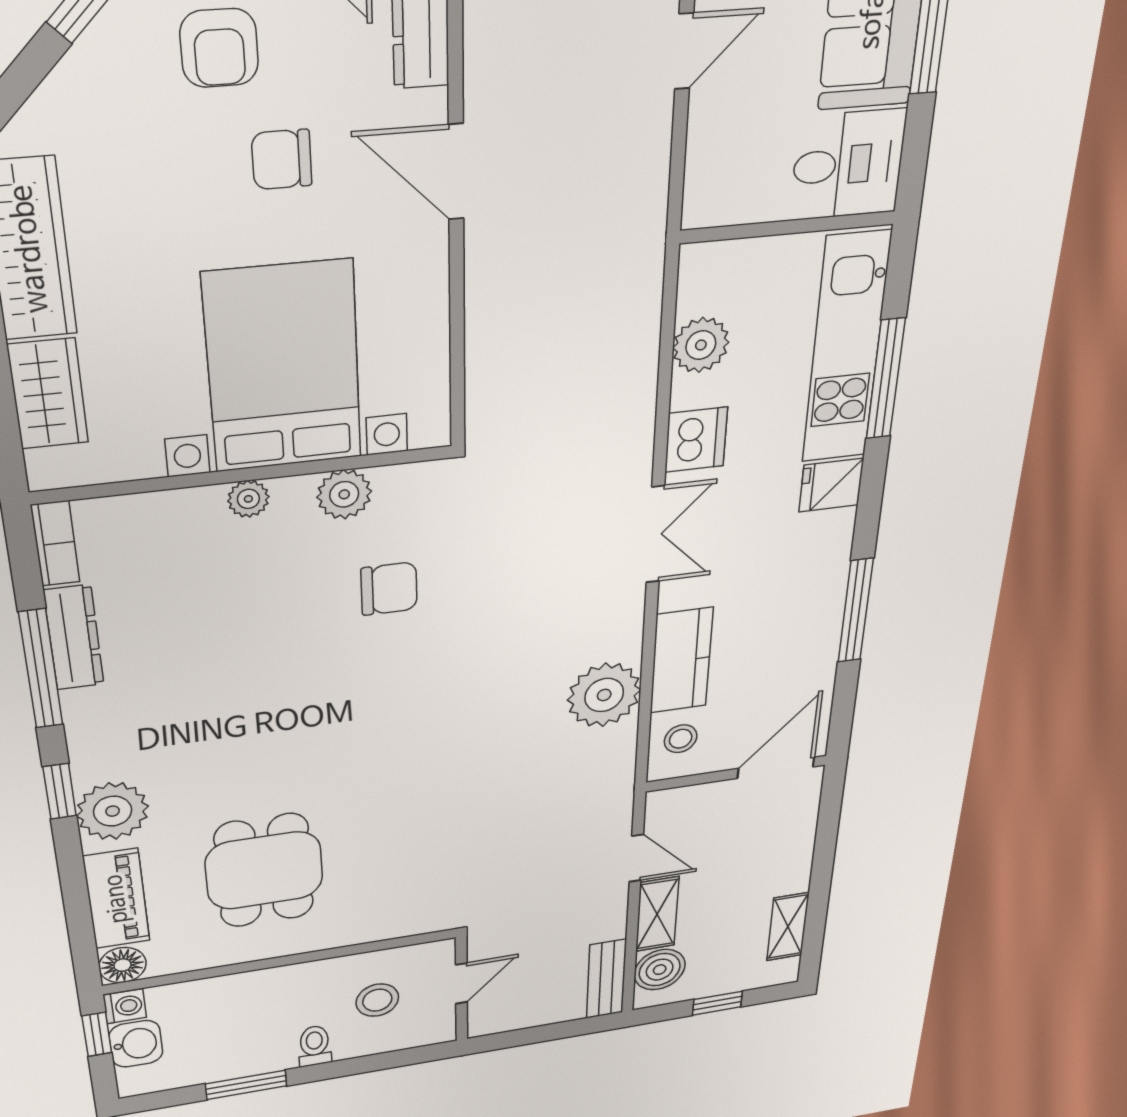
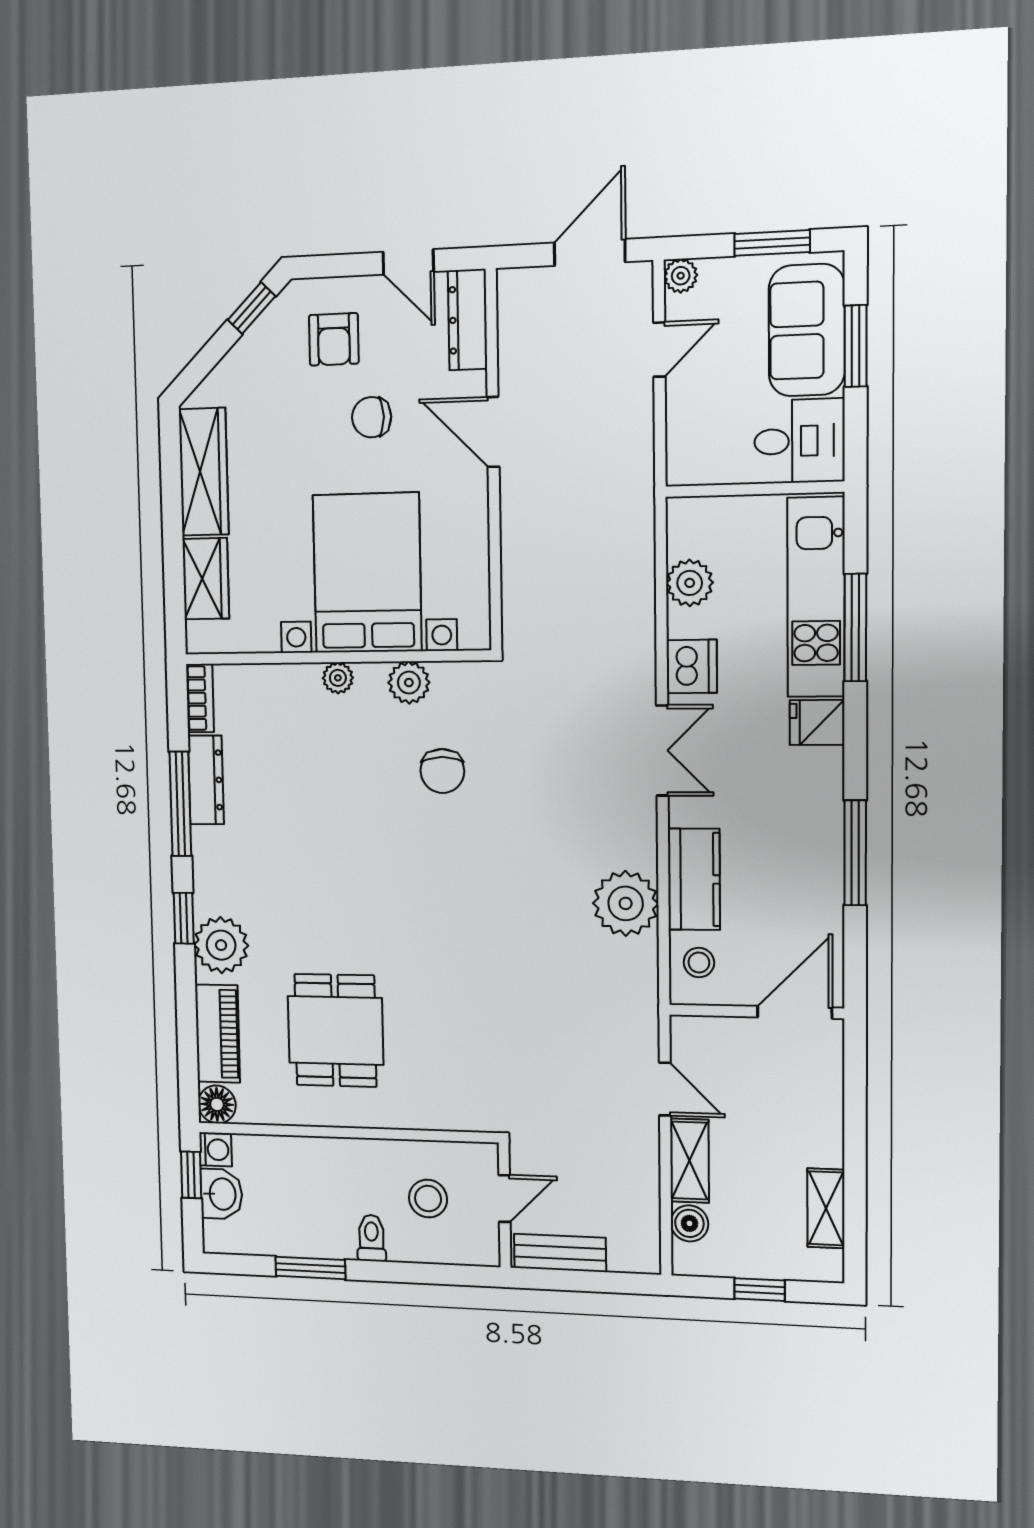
chair: (389, 589) -> (442, 771), turned 90
boiler: (660, 970) -> (689, 1223), width x0.73, depth x0.73
bench: (606, 979) -> (560, 1253), moved, turned 90

